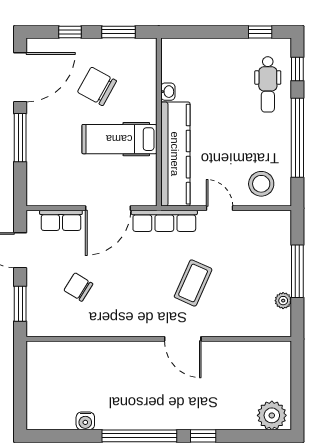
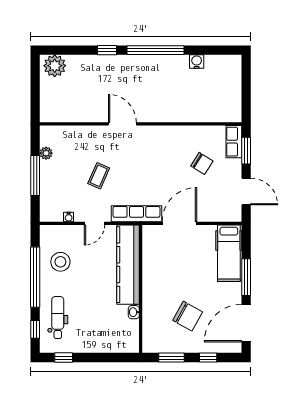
hospital bed: (119, 139) -> (229, 253), moved, turned 90
stool: (261, 184) -> (60, 262), moved
door: (220, 208) -> (94, 223), hinge flipped
water cooler: (254, 217) -> (69, 217), added
row of seats: (61, 220) -> (234, 142), moved, turned -90
coffee table: (193, 283) -> (99, 176), moved, width x0.73, depth x0.77

